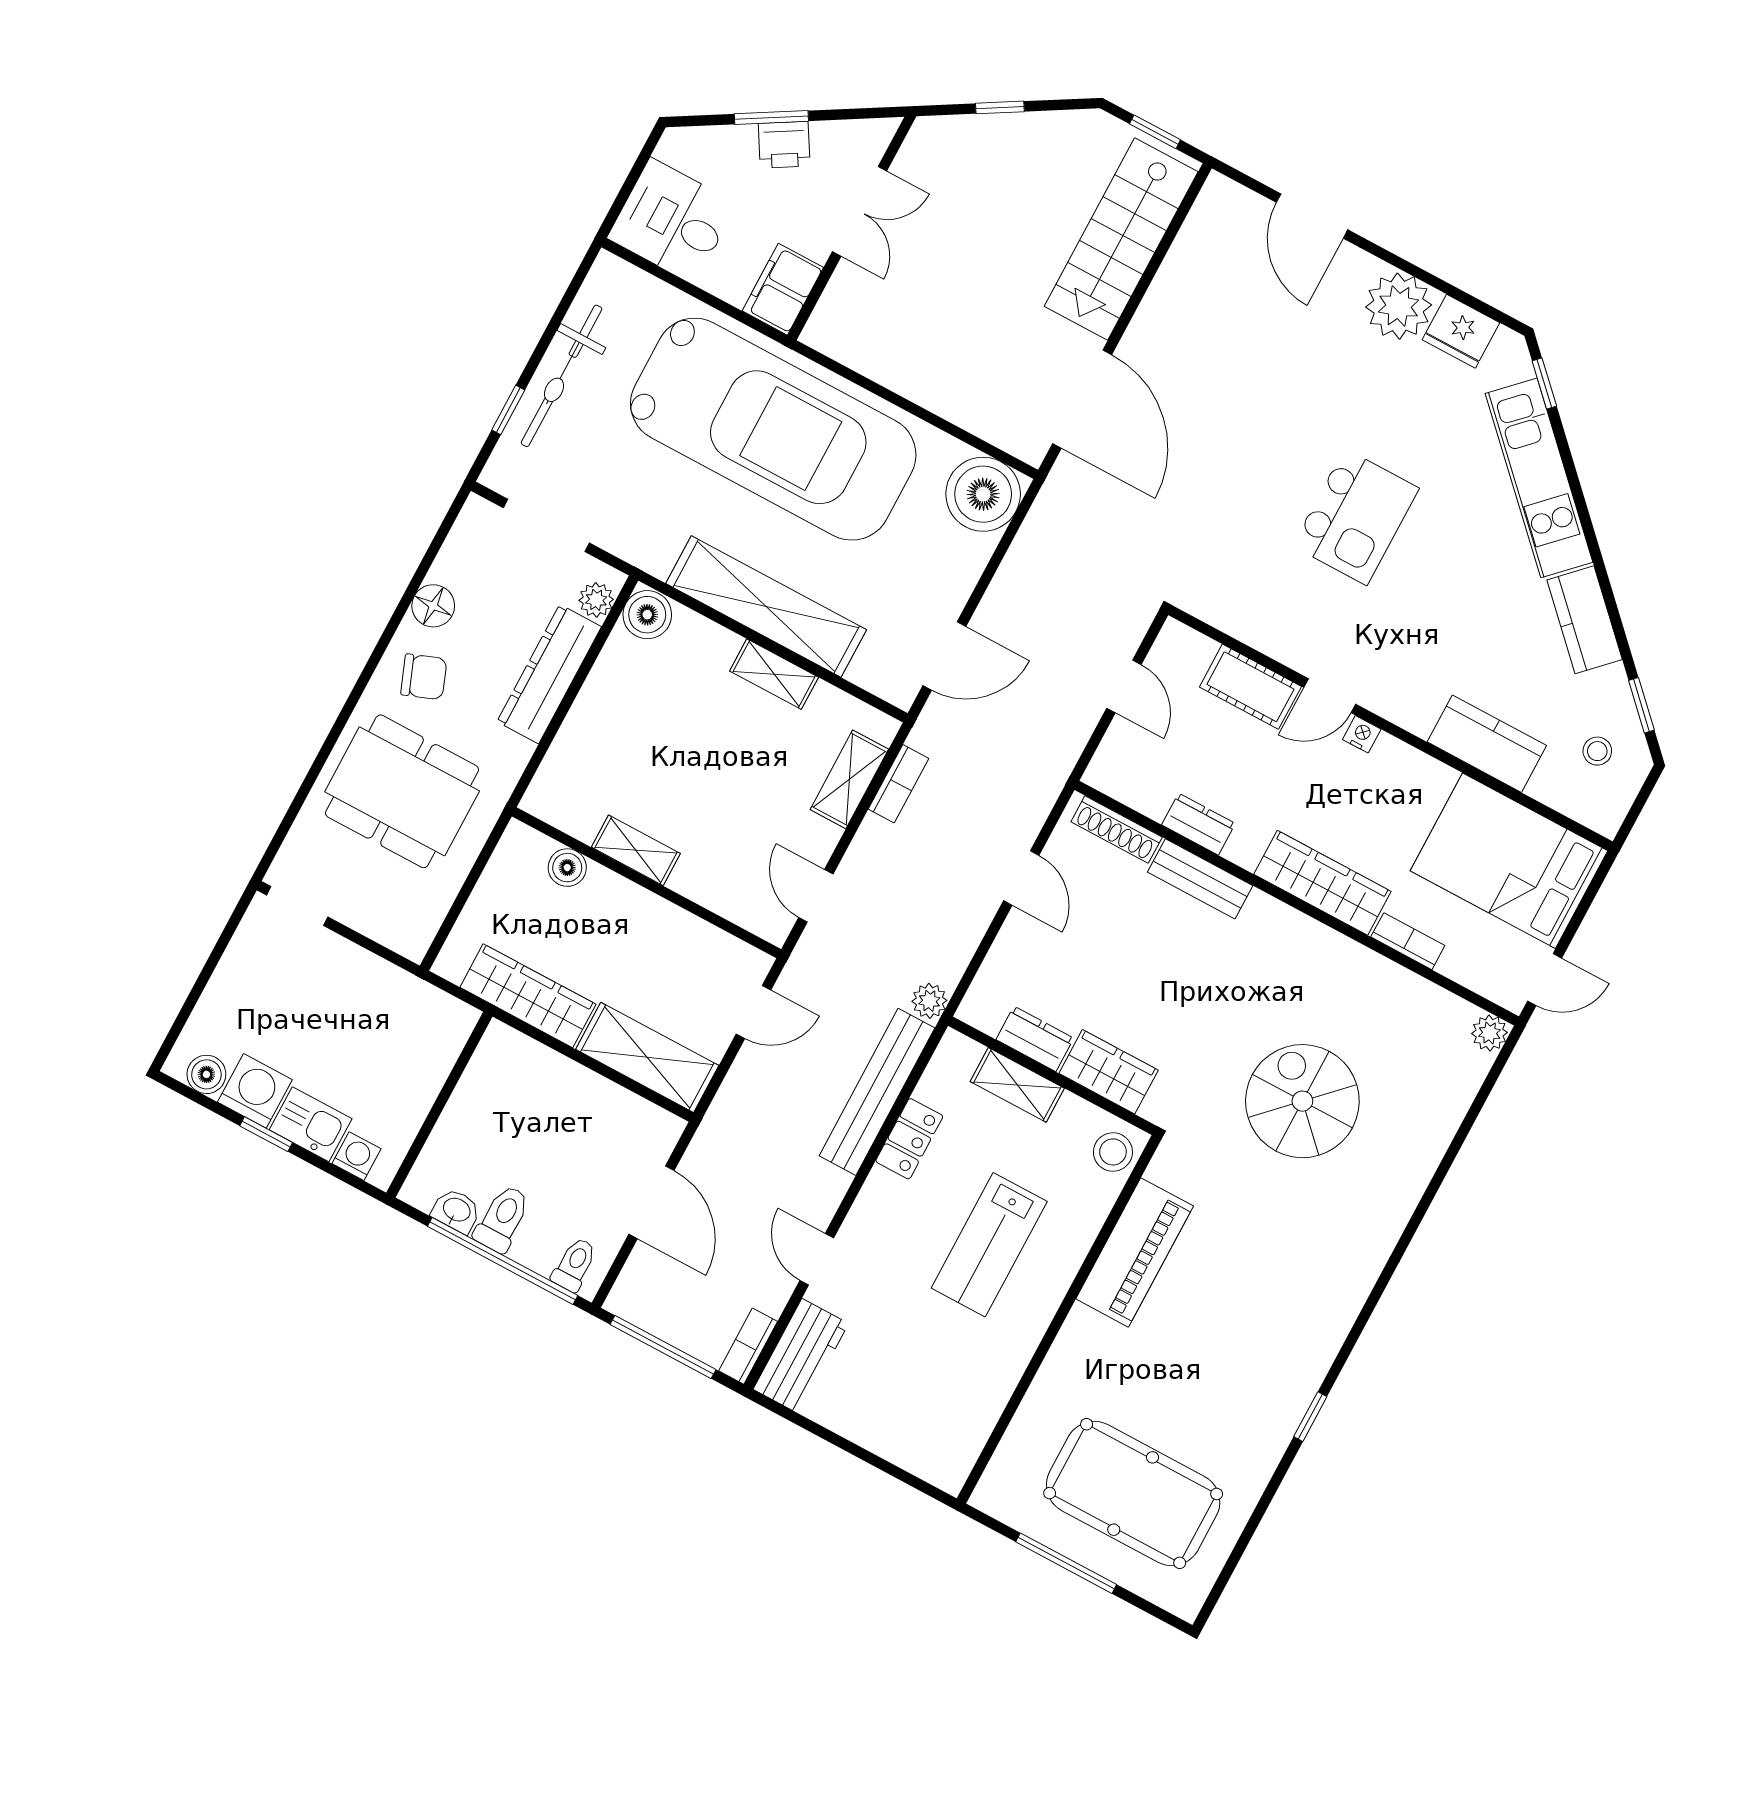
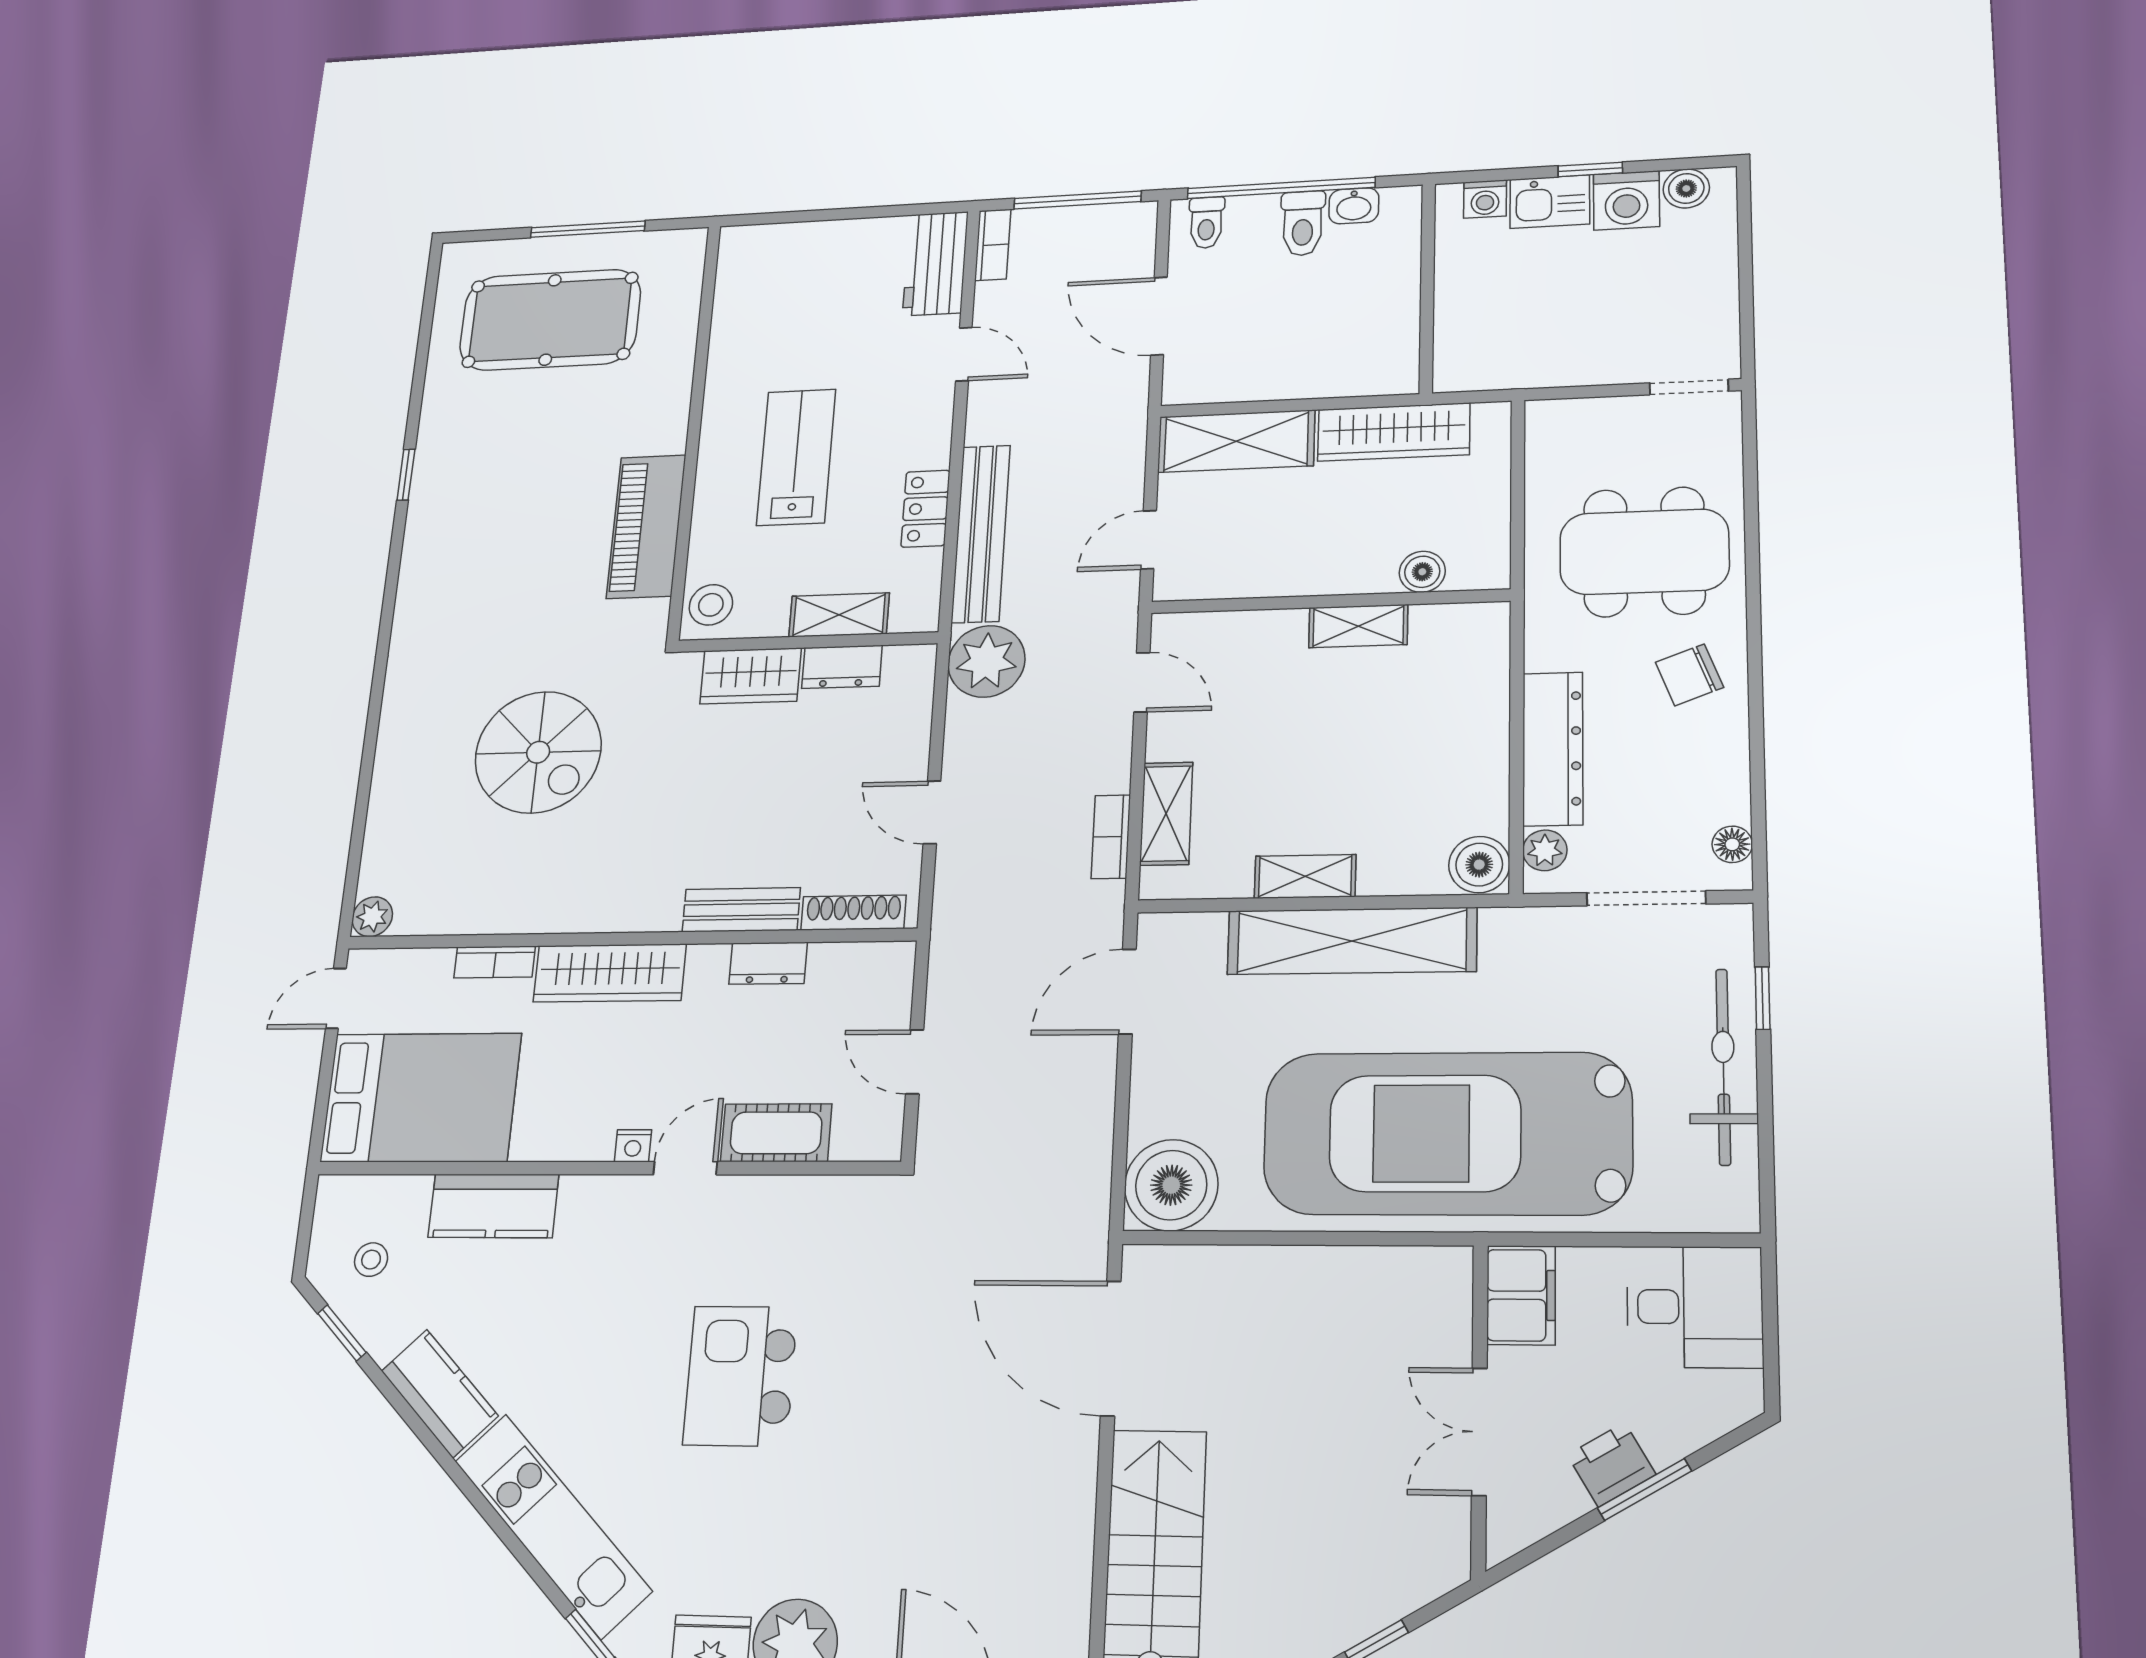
floor lamp: (433, 606) -> (1732, 844), moved, width x0.73, depth x0.73
plant: (929, 1001) -> (987, 661), width x1.87, depth x1.87

